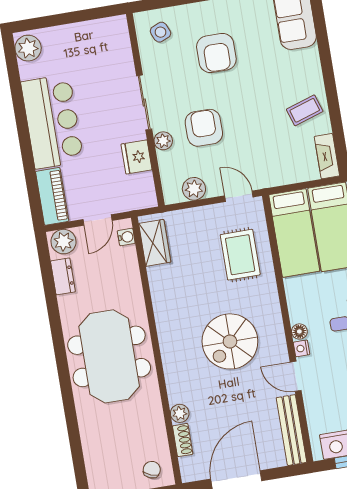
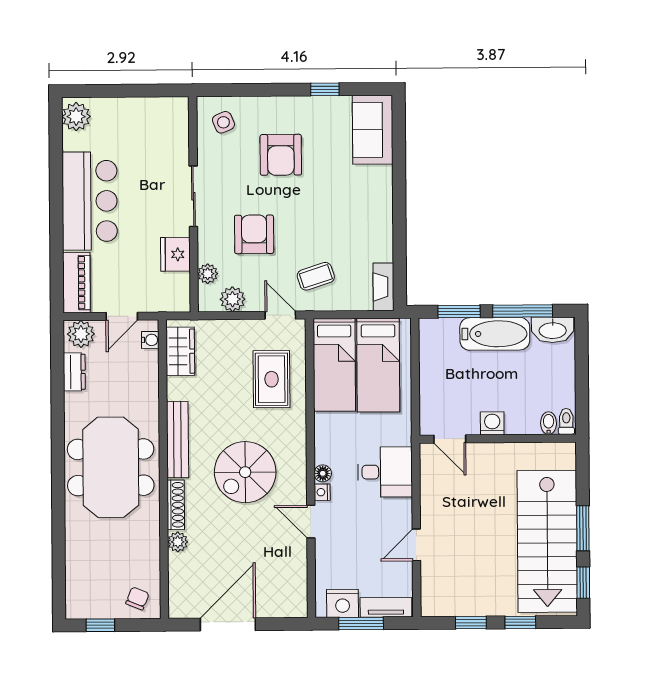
coffee table: (305, 110) -> (316, 276), moved
plant: (163, 141) -> (208, 274), moved
bench: (291, 430) -> (178, 440), moved
shoe rack: (183, 440) -> (176, 505), moved, width x1.43

